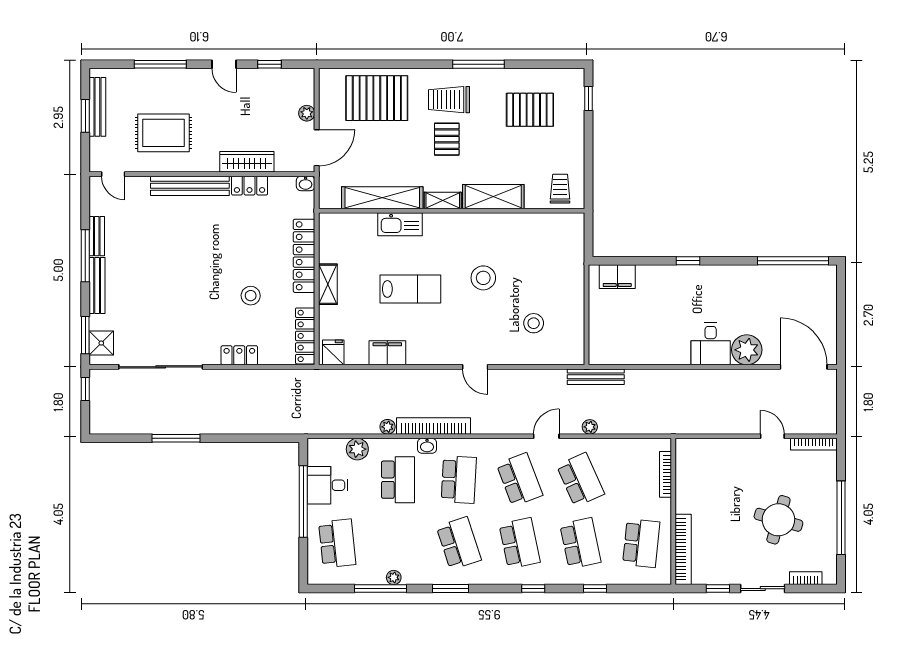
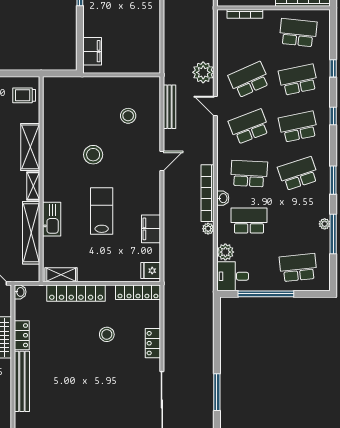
shelving: (328, 284) -> (61, 275), moved
bench: (596, 377) -> (169, 107), moved
plant: (590, 427) -> (203, 72), width x1.88, depth x1.88
desk: (327, 485) -> (233, 276), moved, turned 90

